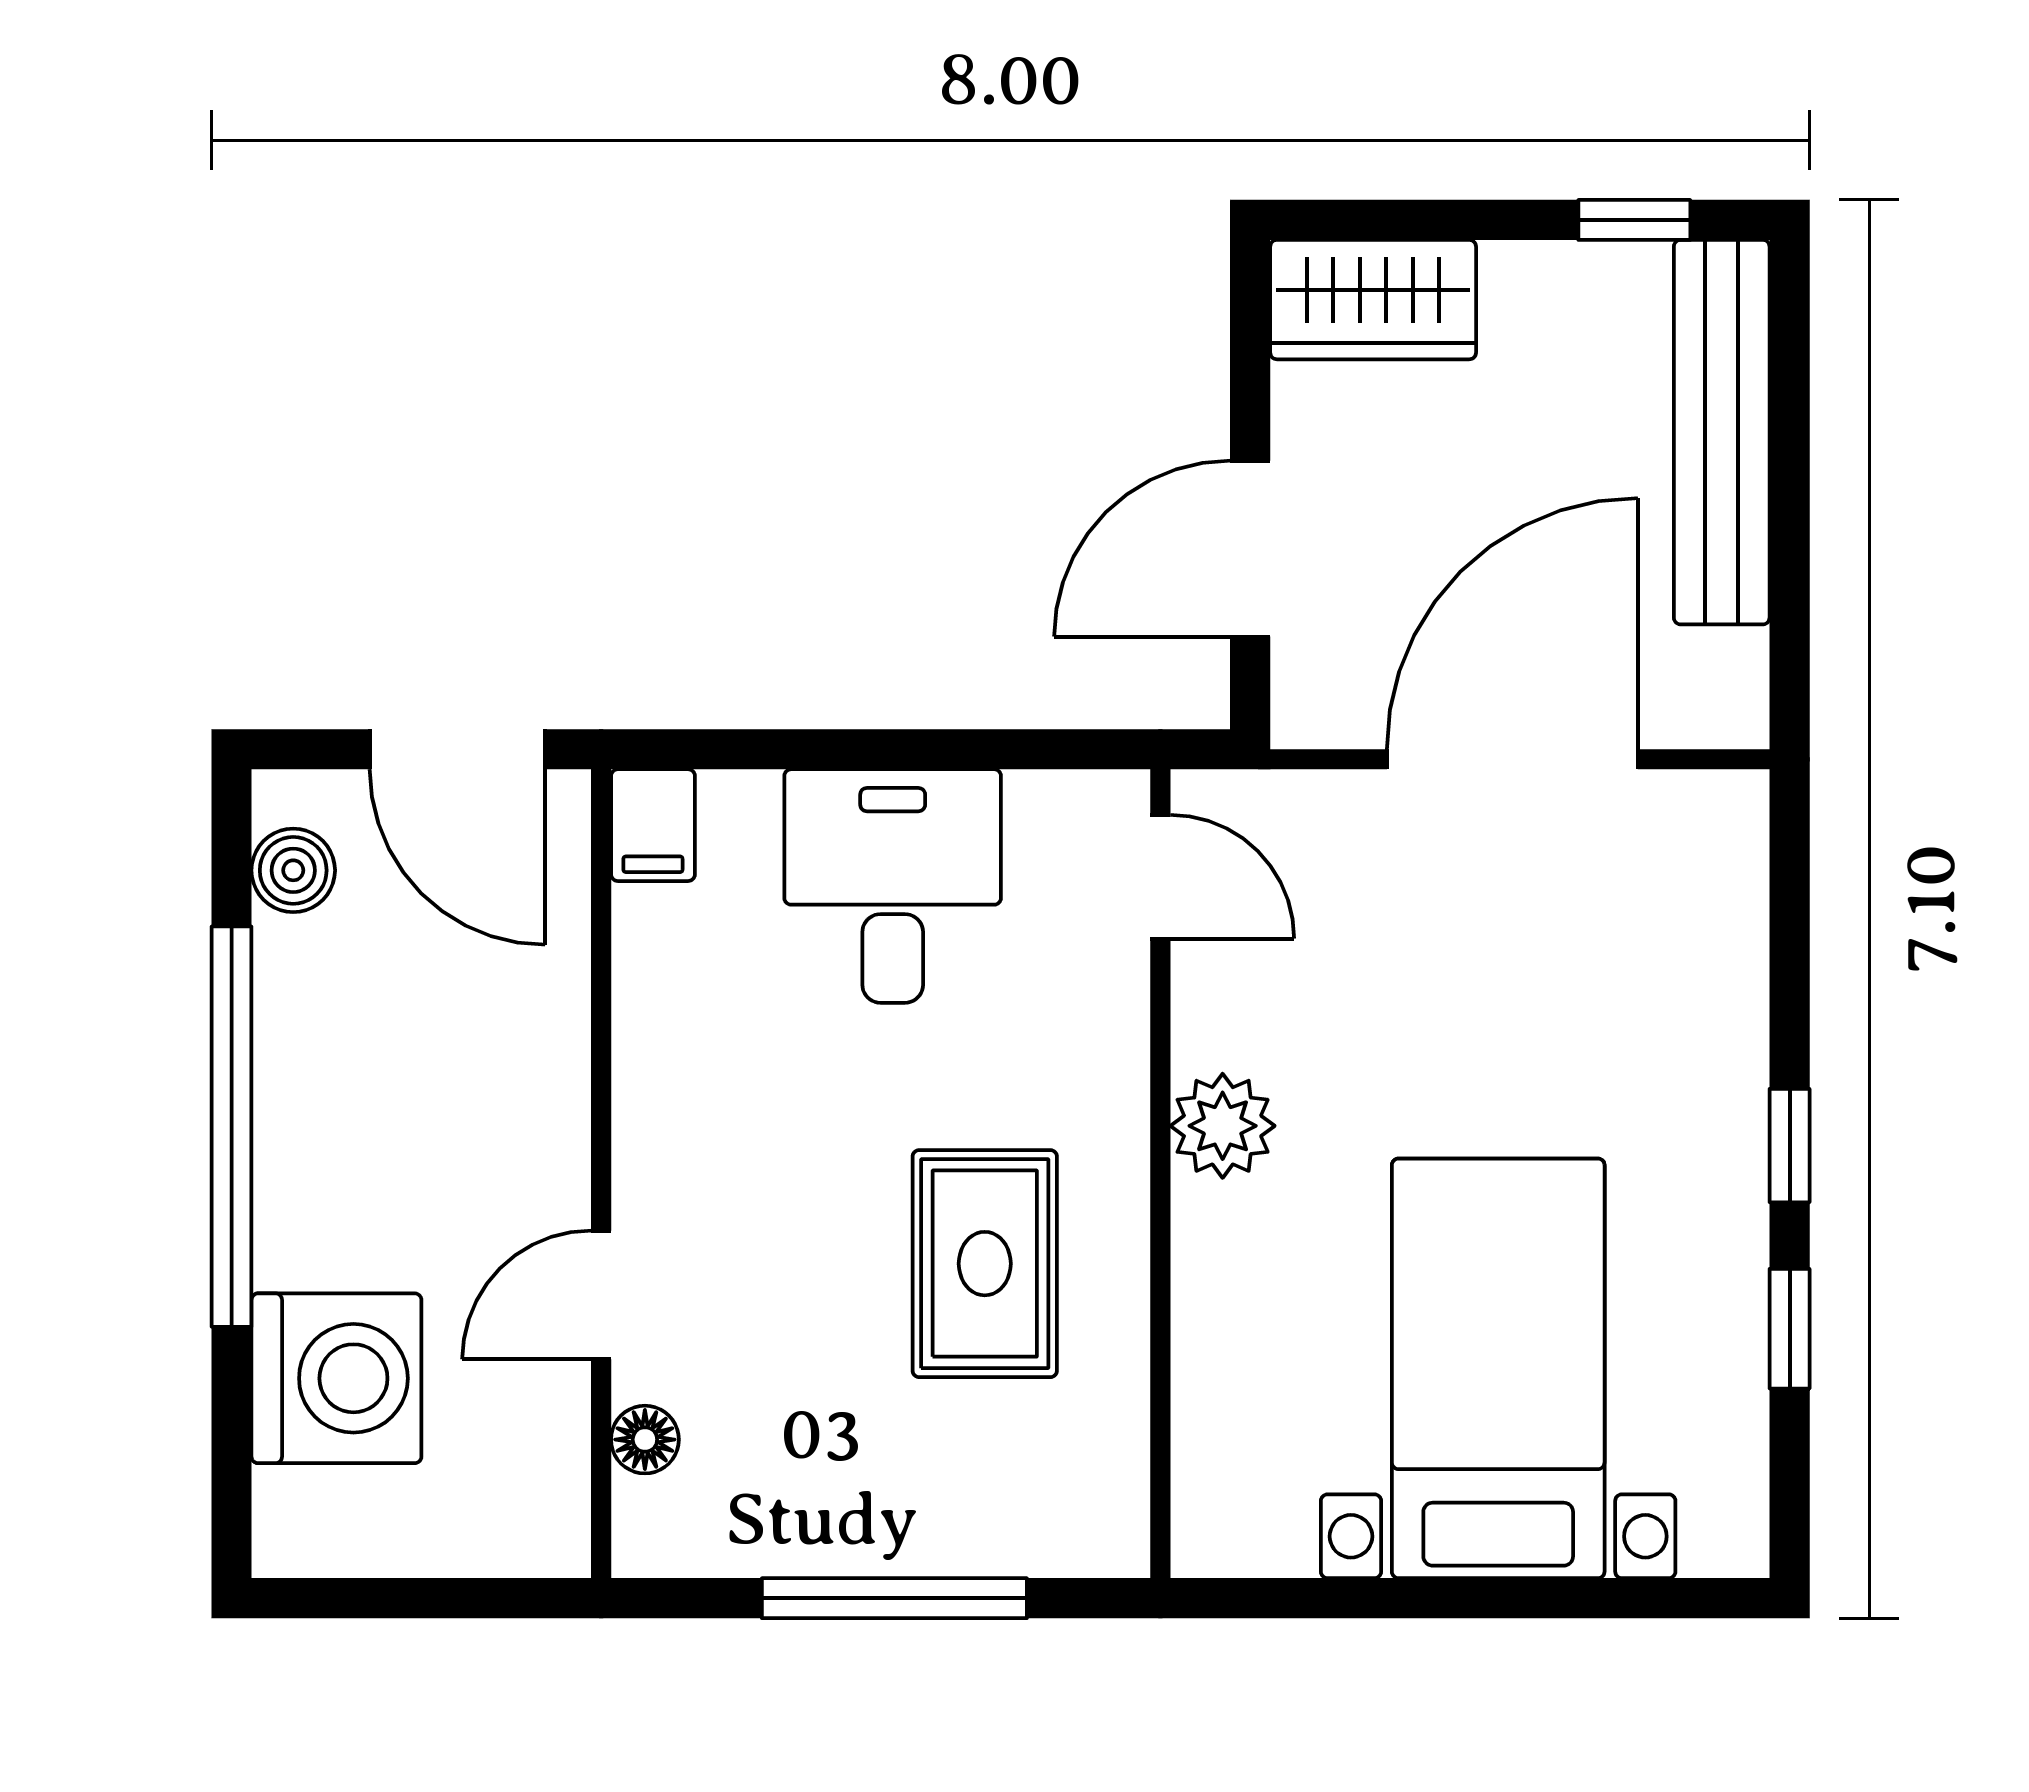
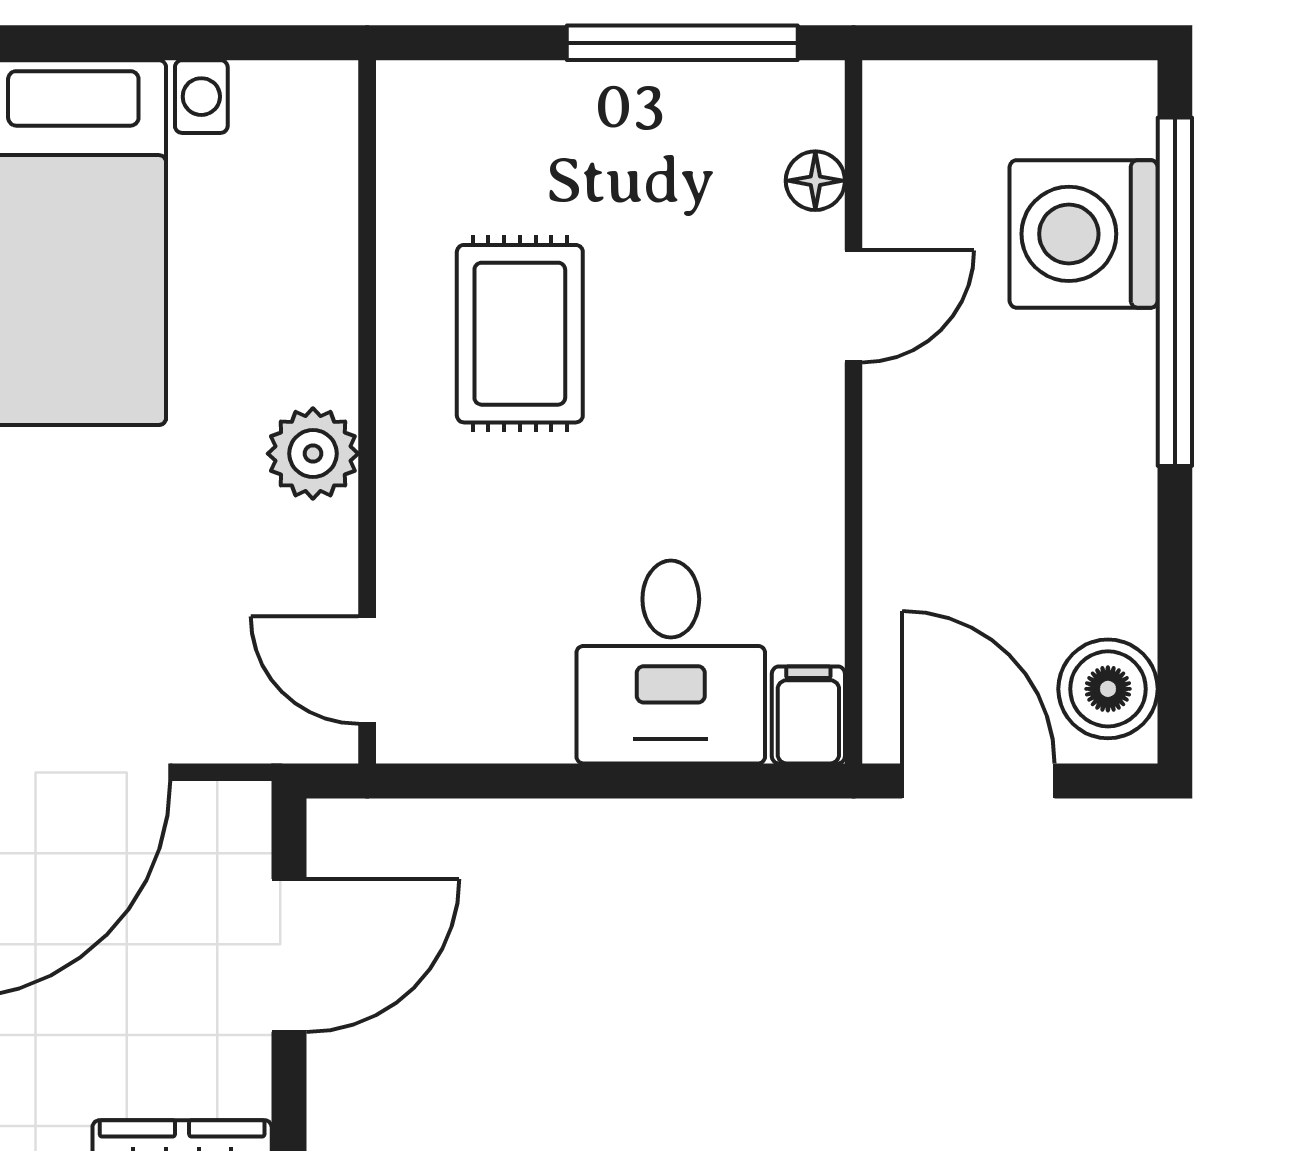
boiler: (293, 870) -> (1108, 689), width x1.36, depth x1.36
desk: (893, 886) -> (671, 662), moved
window: (232, 1127) -> (1175, 292), moved
window: (894, 1598) -> (682, 43), moved

